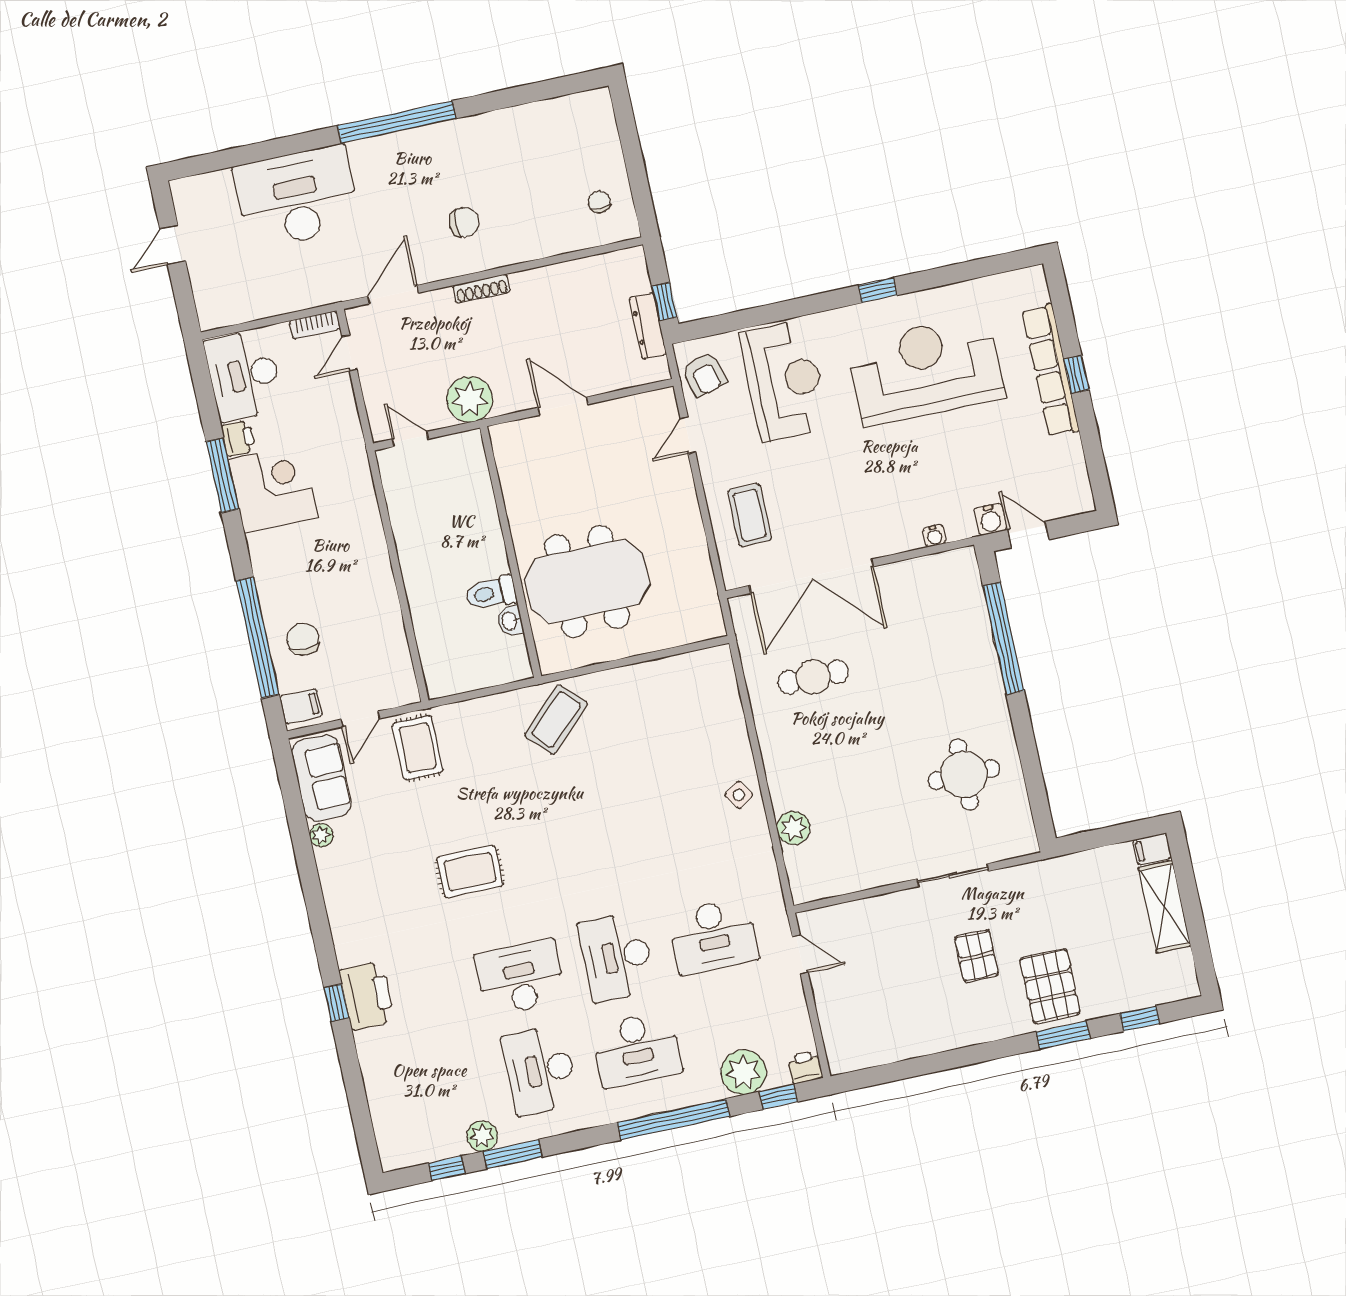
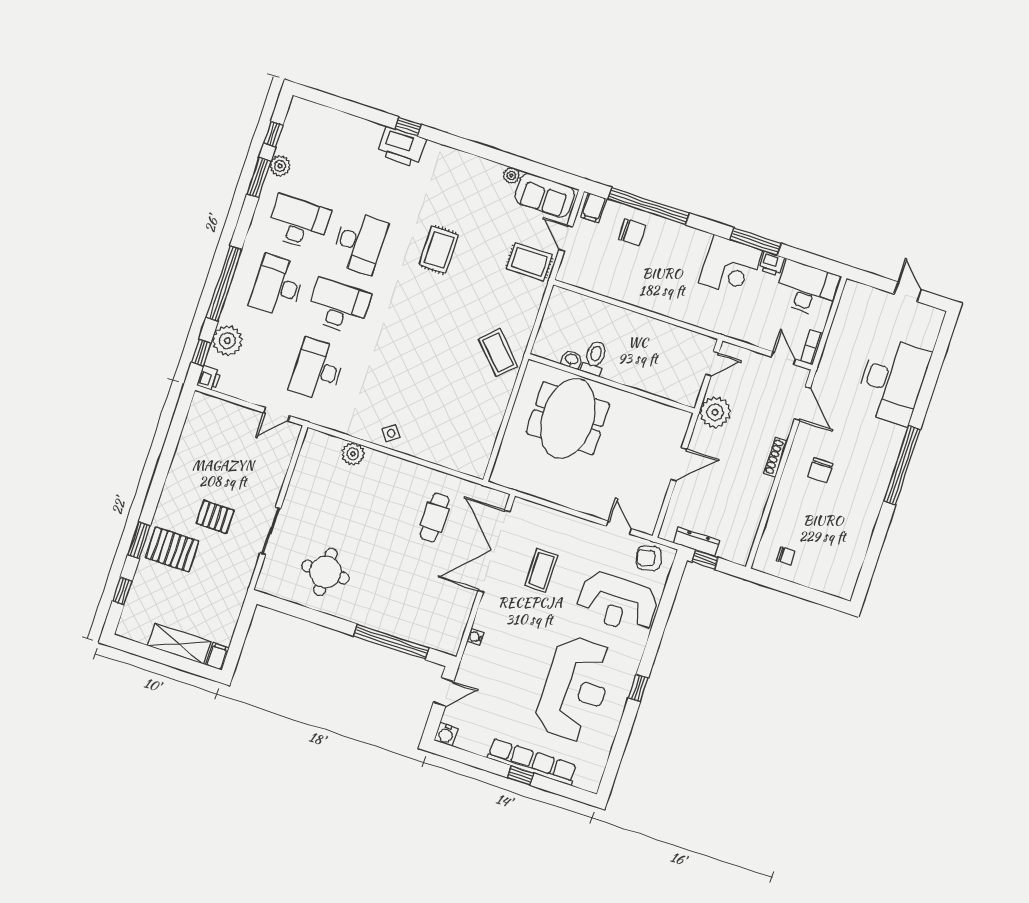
coffee table: (750, 515) -> (541, 570), moved, turned 90
water cooler: (990, 519) -> (446, 734), moved, turned -90

